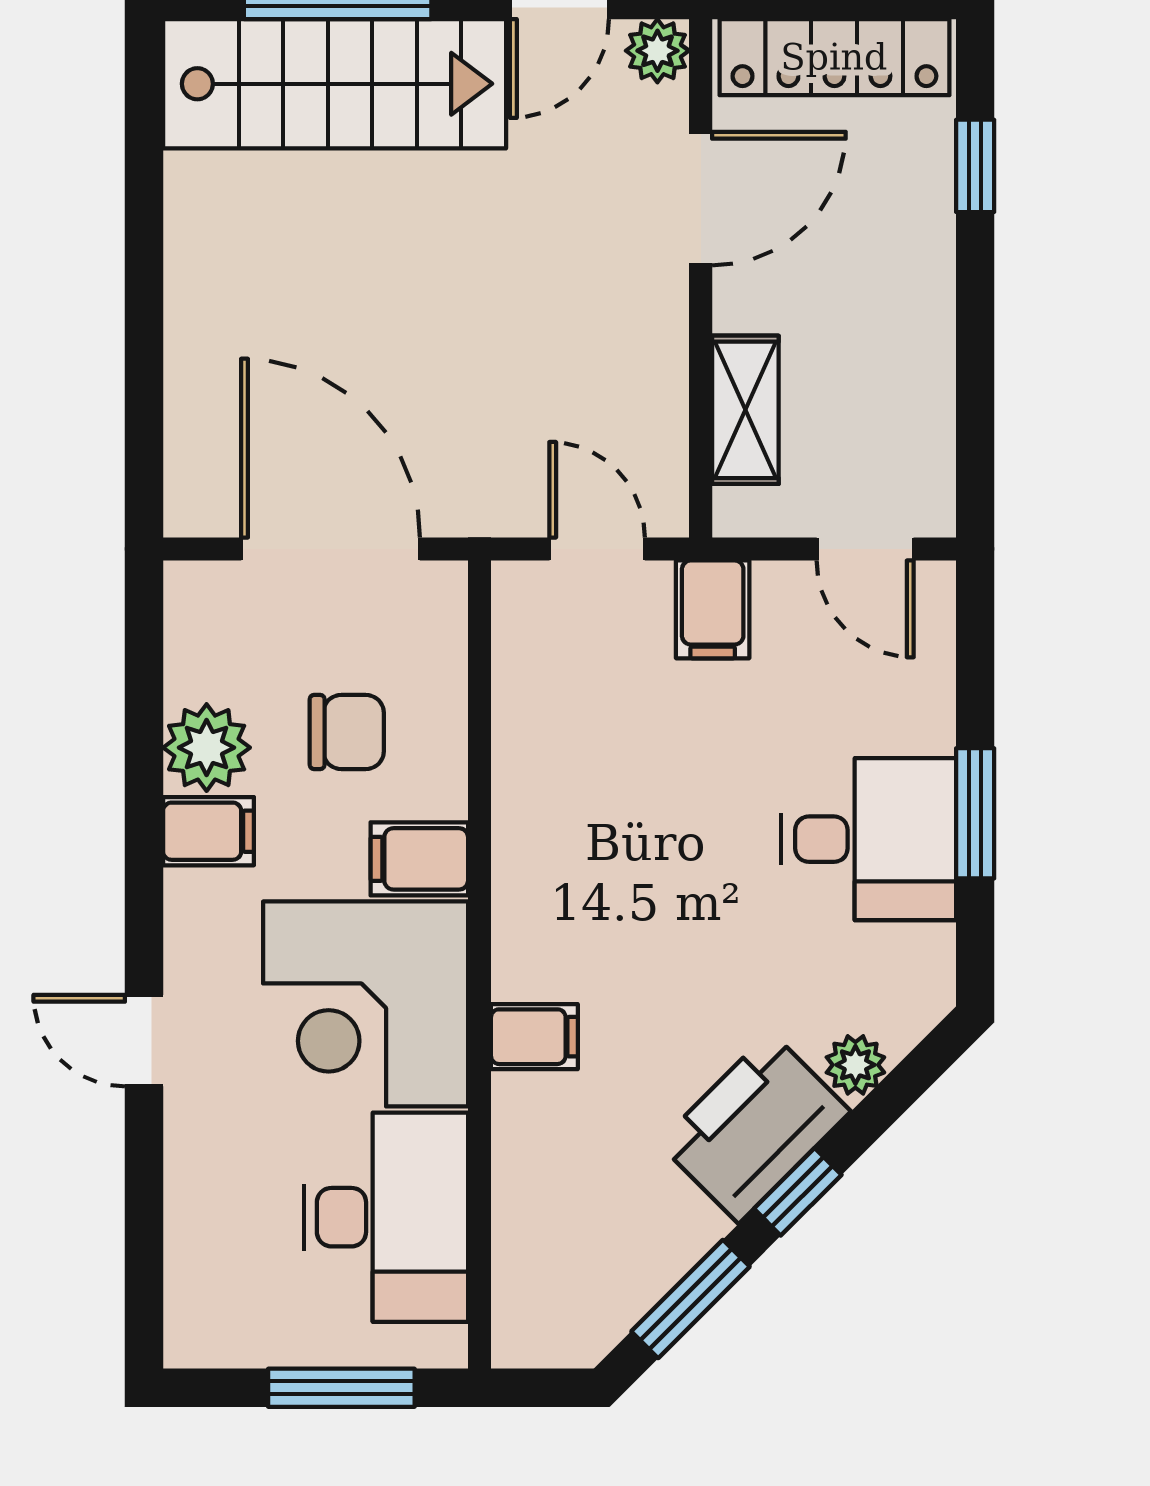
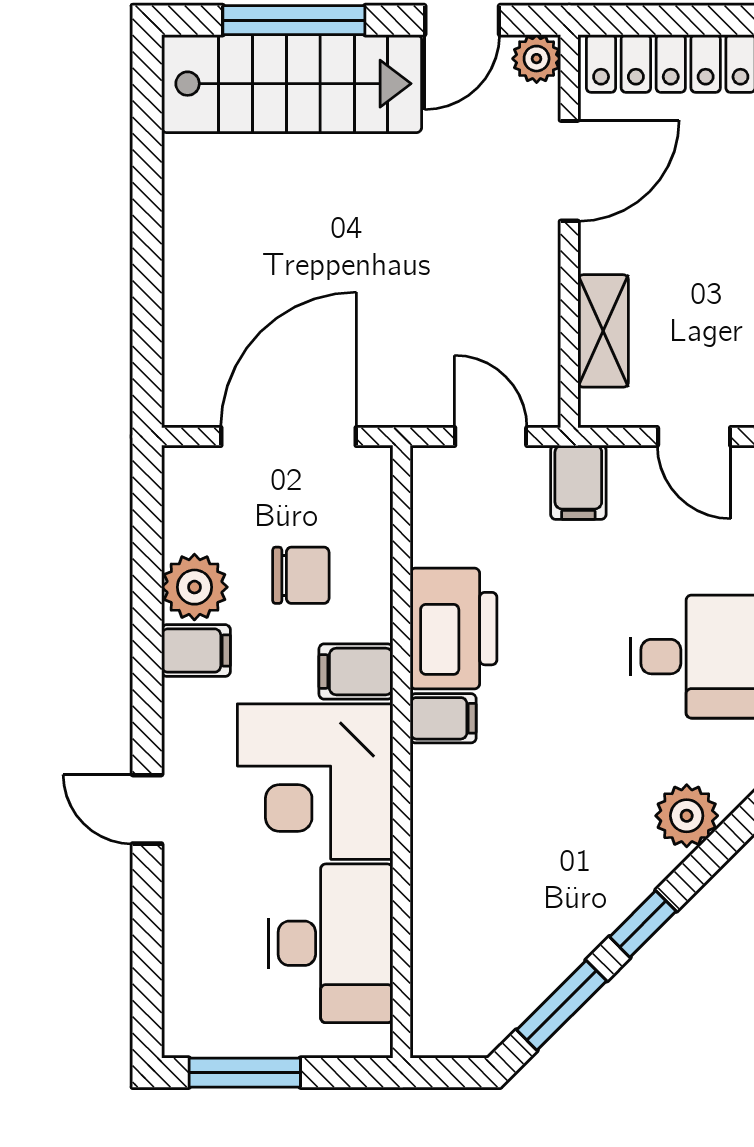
door: (331, 549) -> (289, 436), hinge flipped
filing cabinet: (534, 1037) -> (443, 718), moved
plant: (855, 1065) -> (687, 816), width x1.38, depth x1.38
printer: (754, 1127) -> (454, 629), moved, turned 135
window: (341, 1388) -> (245, 1073), moved

